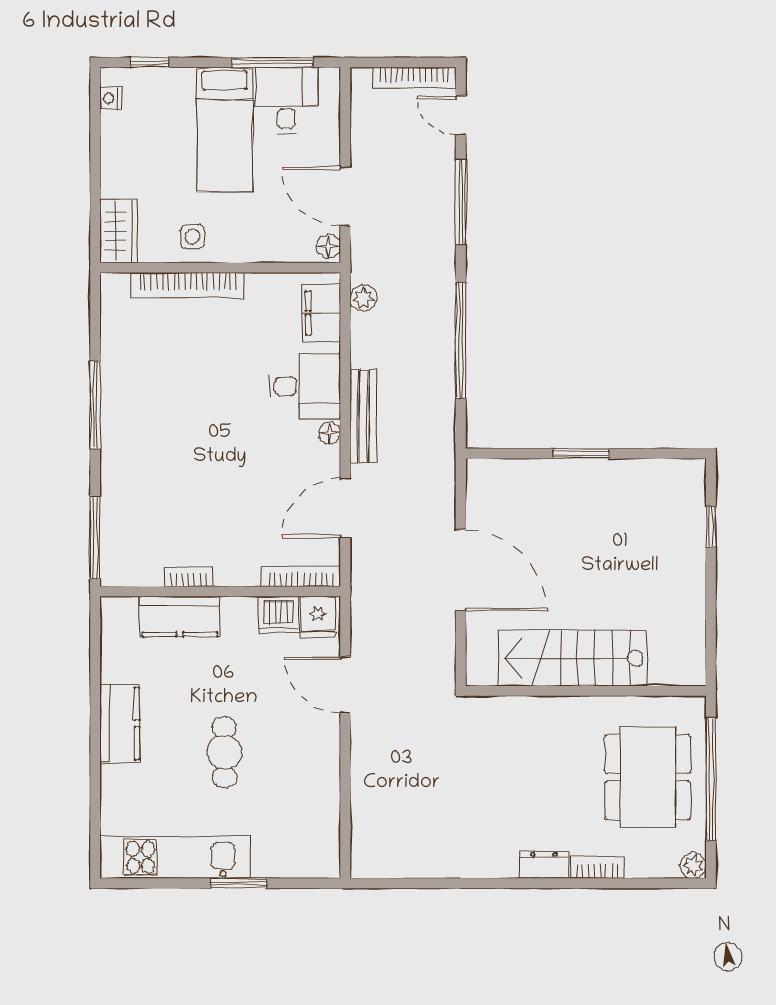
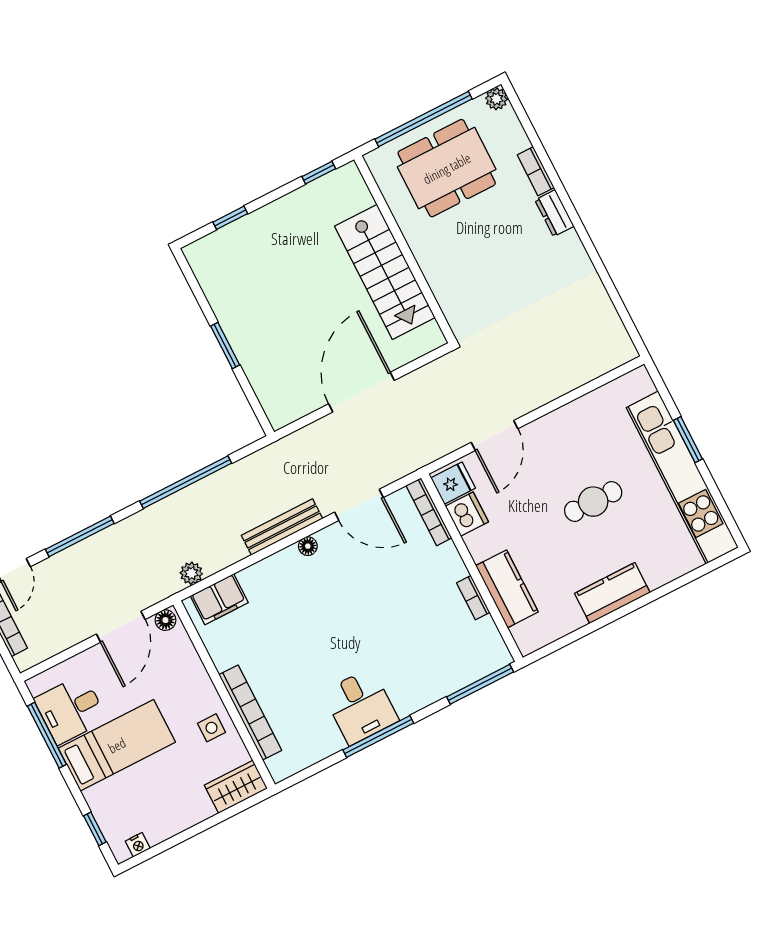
desk: (305, 386) -> (360, 706), moved, turned 180
window: (711, 642) -> (319, 173), added
kitchen unit: (175, 857) -> (682, 477), width x1.36

